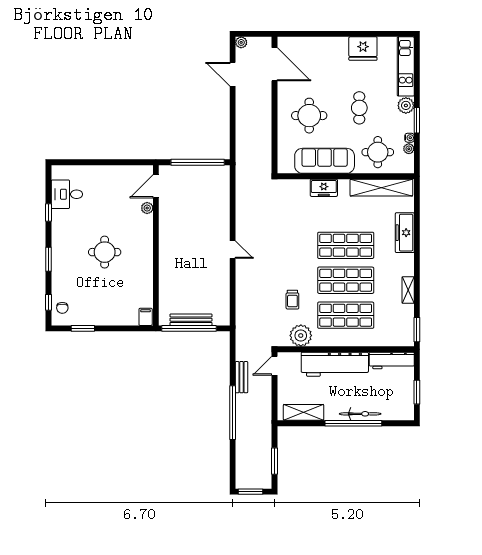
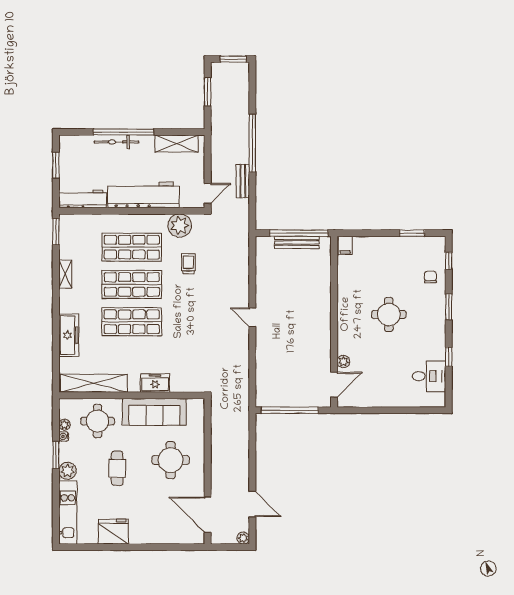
chair: (62, 308) -> (430, 277), moved

